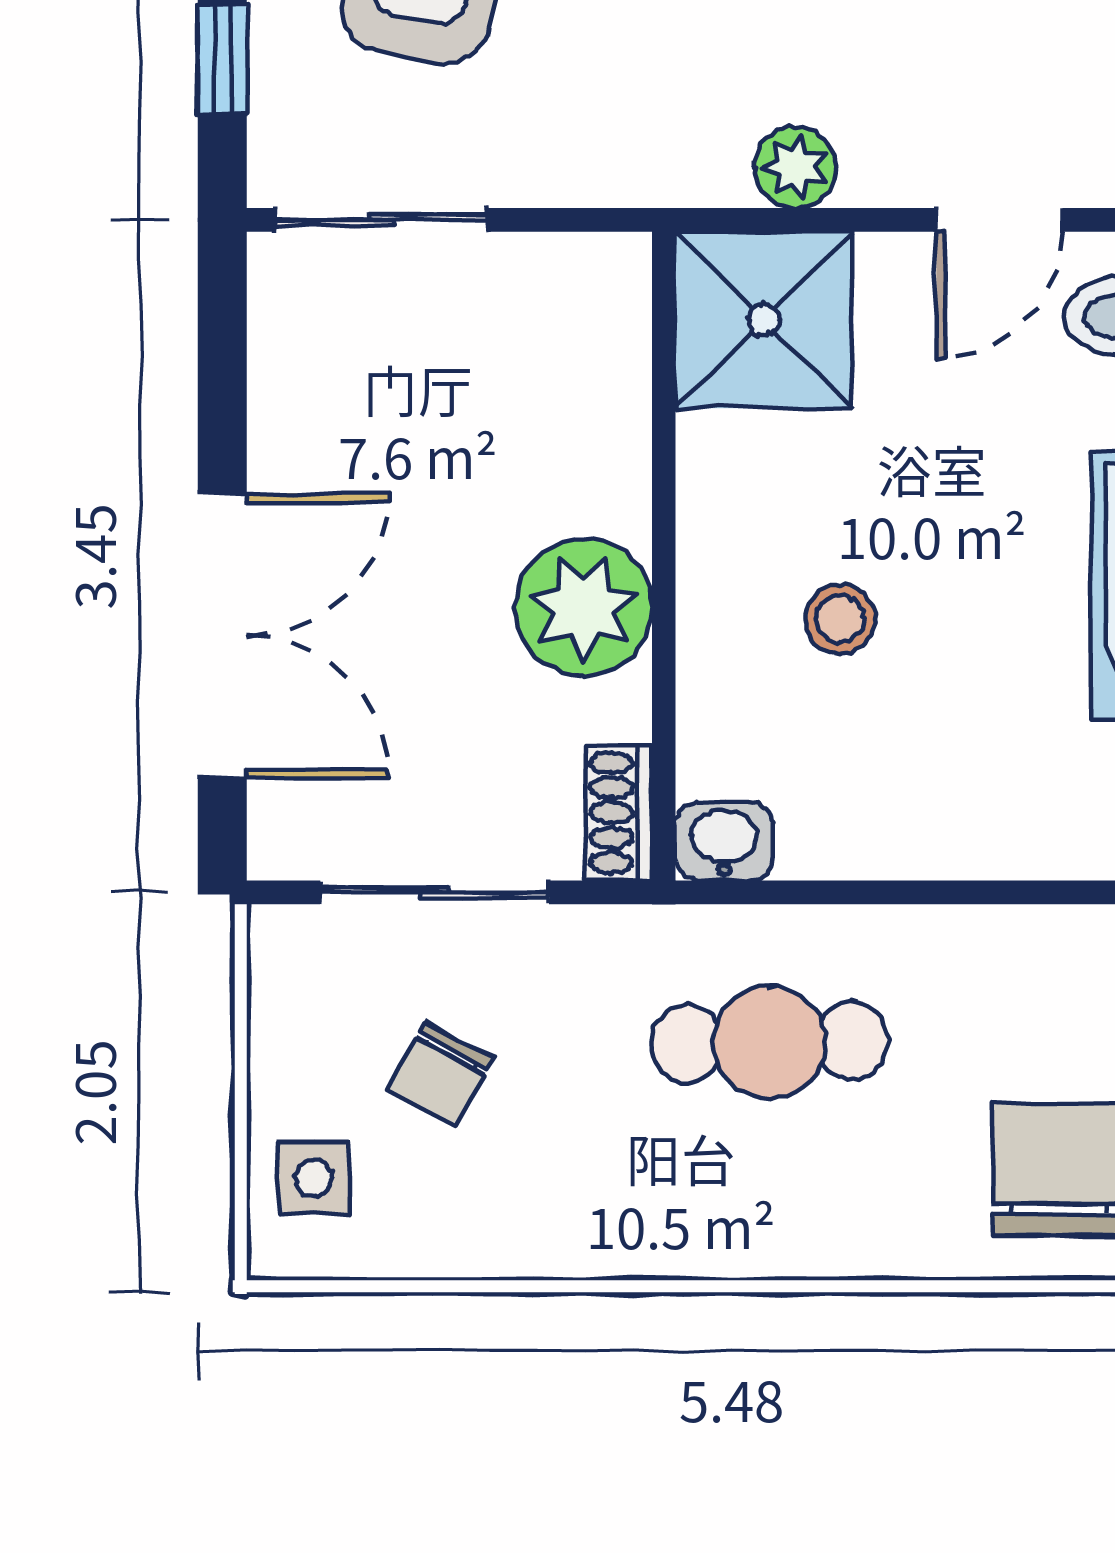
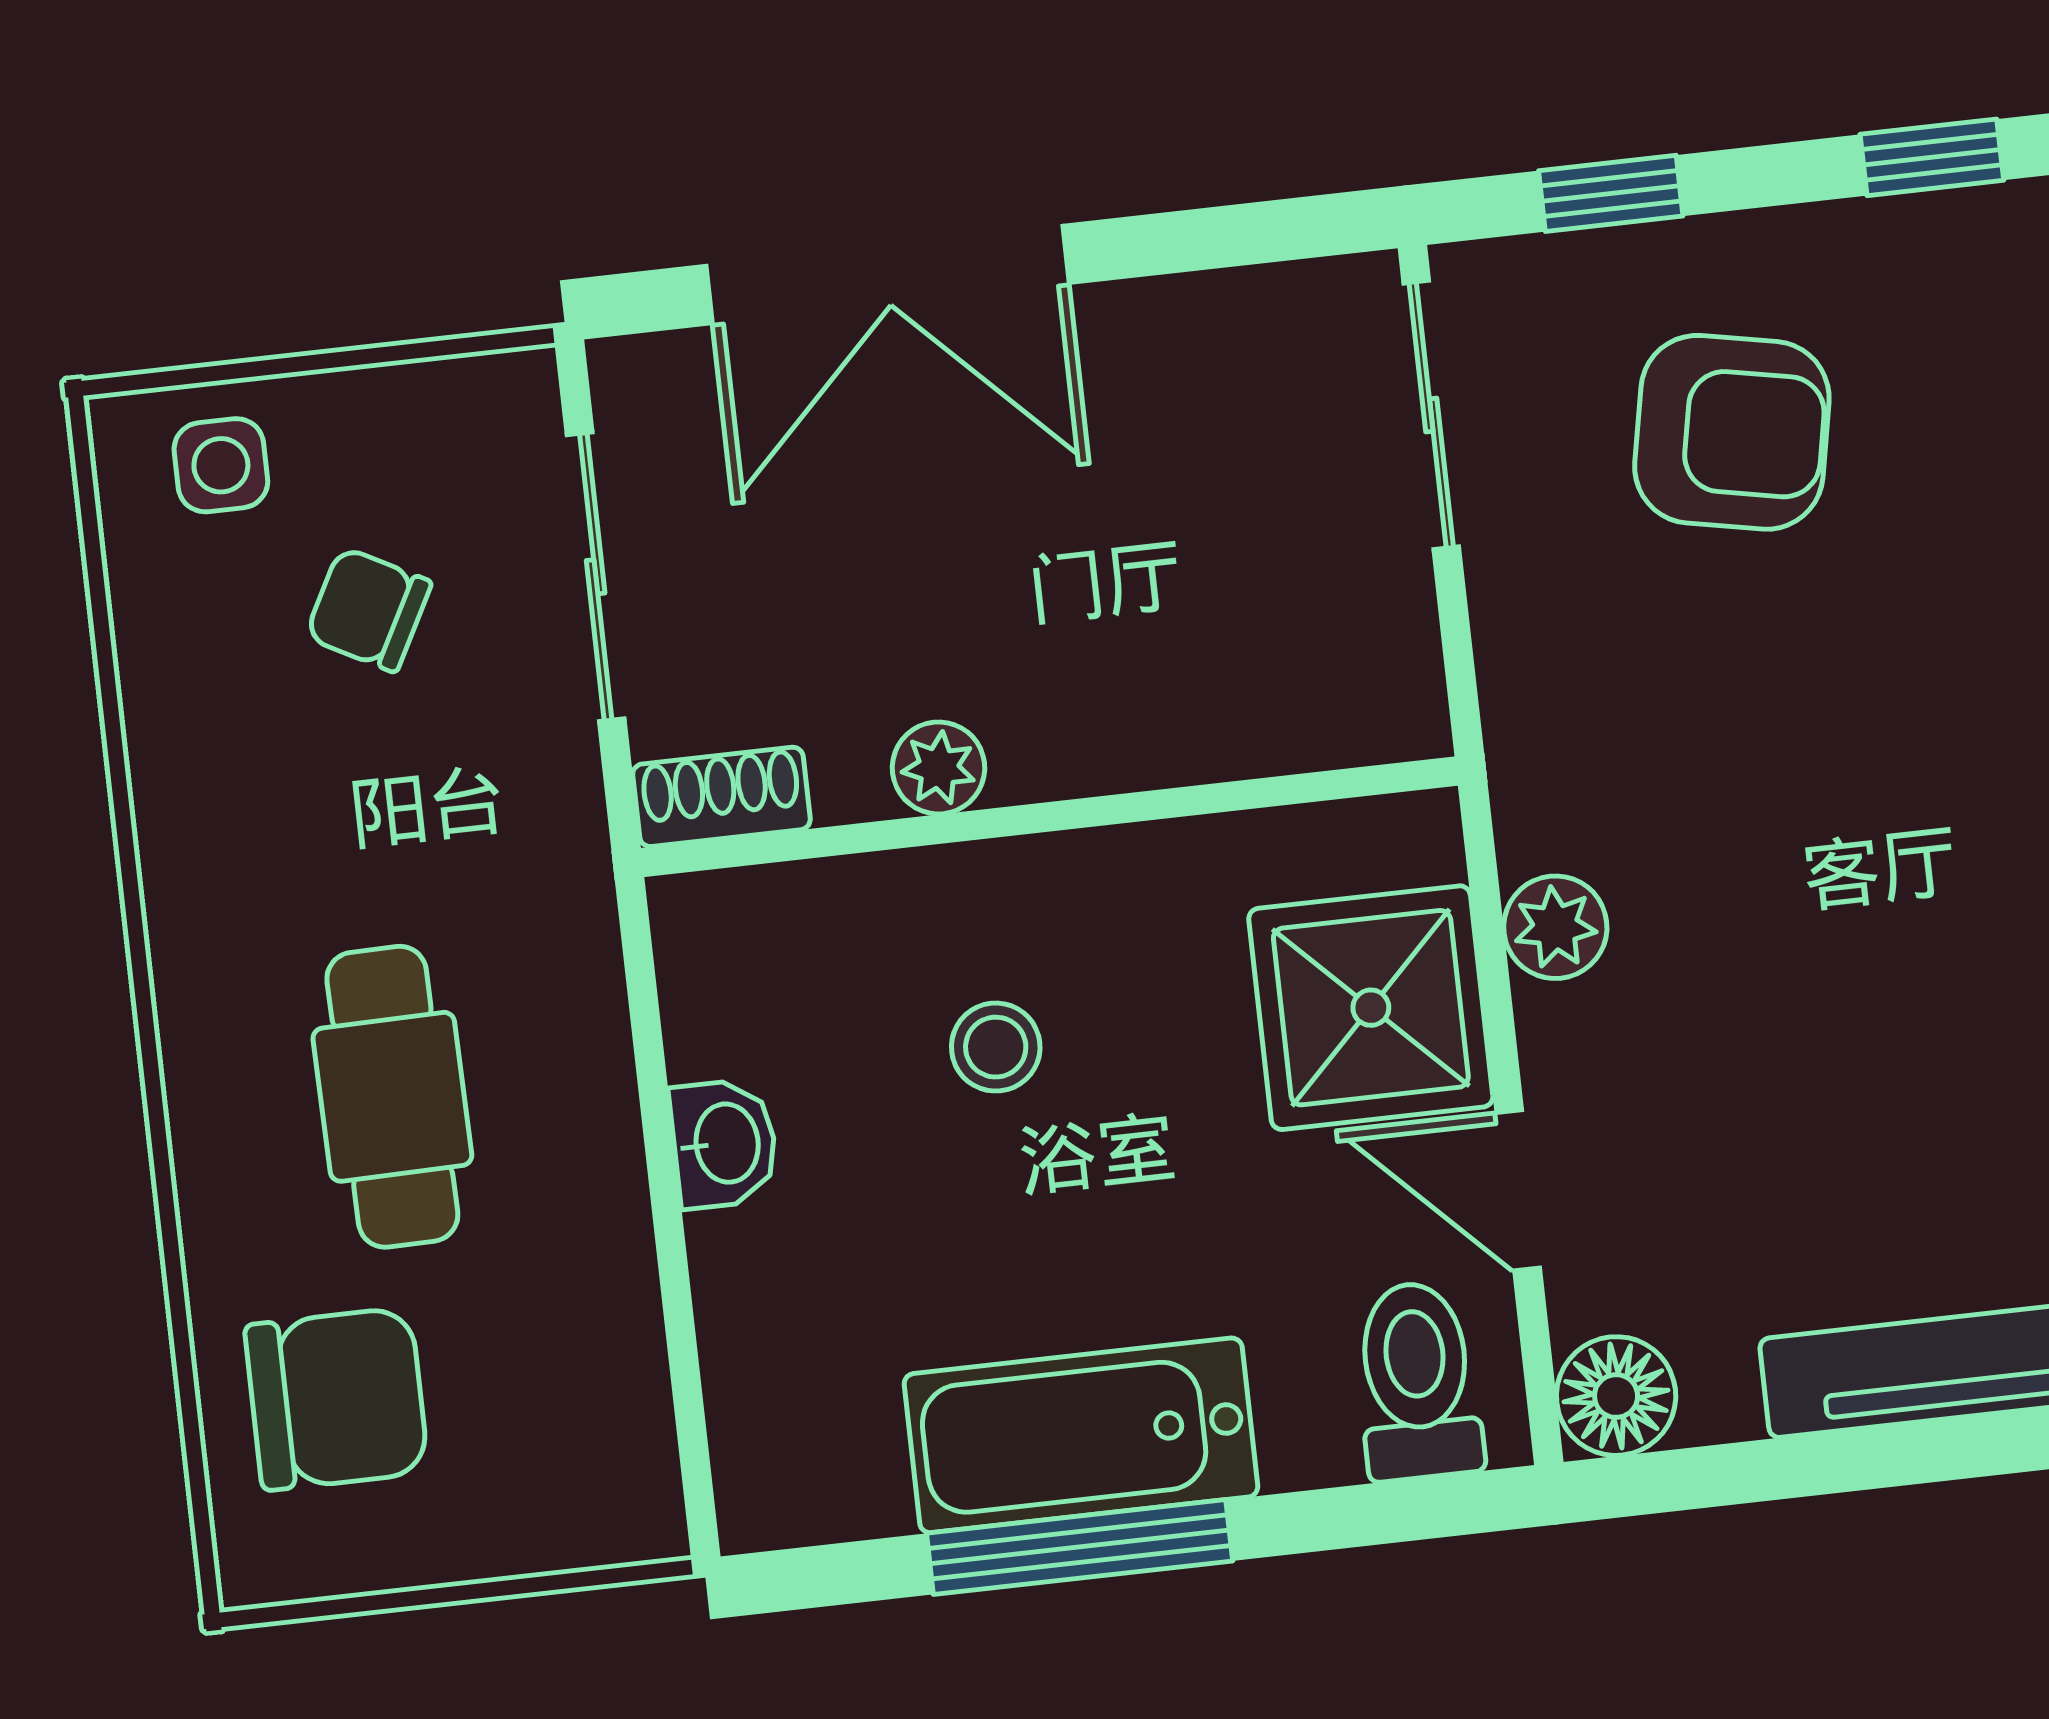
shower: (764, 320) -> (1371, 1008), moved
plant: (583, 607) -> (939, 768), width x0.53, depth x0.53
washbasin: (724, 841) -> (724, 1143), moved
cafe table: (769, 1042) -> (392, 1097), moved

